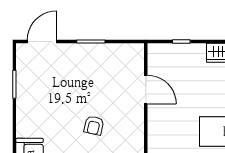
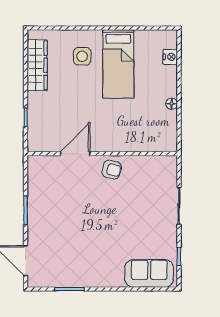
armchair: (94, 125) -> (112, 170), moved

